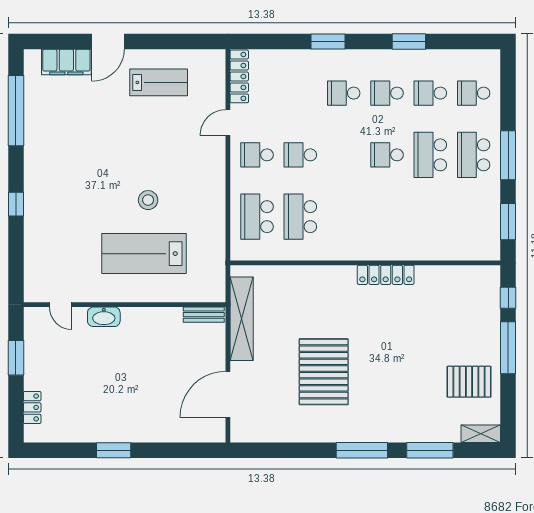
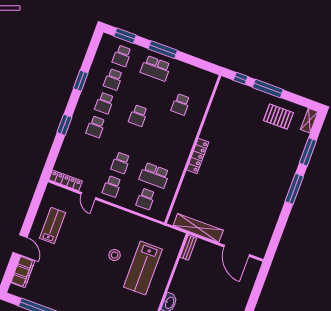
school desk: (430, 155) -> (181, 104), moved, width x0.54
school desk: (257, 217) -> (146, 199), width x0.54
window: (508, 222) -> (125, 36), moved
locker: (386, 275) -> (198, 156), moved
pallet: (324, 372) -> (244, 194), removed
pallet: (469, 382) -> (278, 117), turned 90

